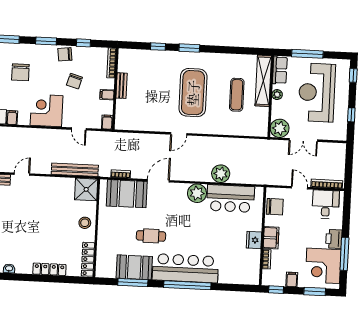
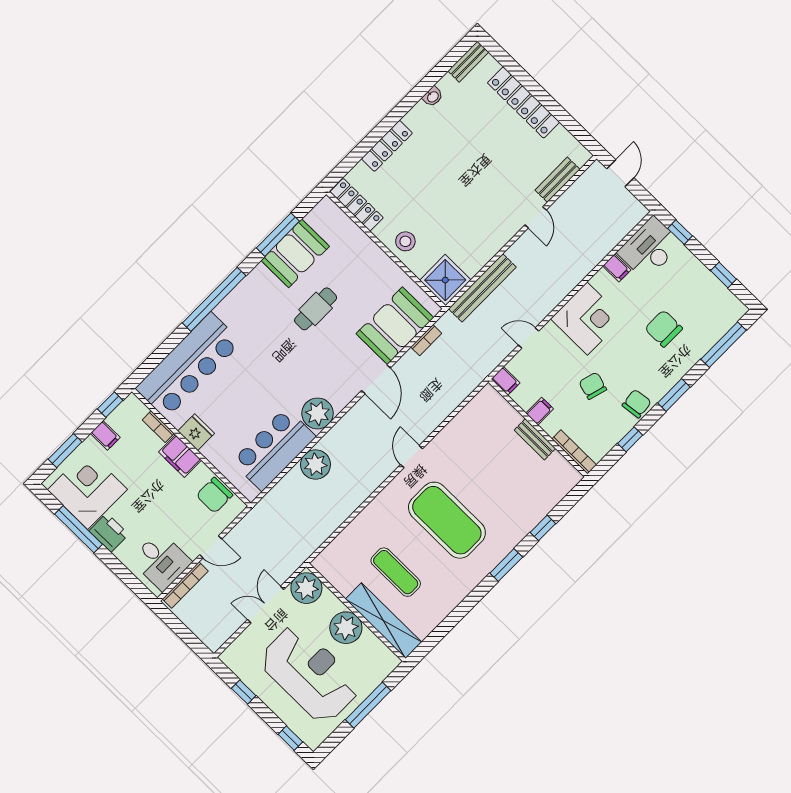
row of seats: (280, 70) -> (378, 653), removed
plant: (277, 95) -> (346, 628), width x1.87, depth x1.87
bar counter: (185, 268) -> (188, 365), moved

